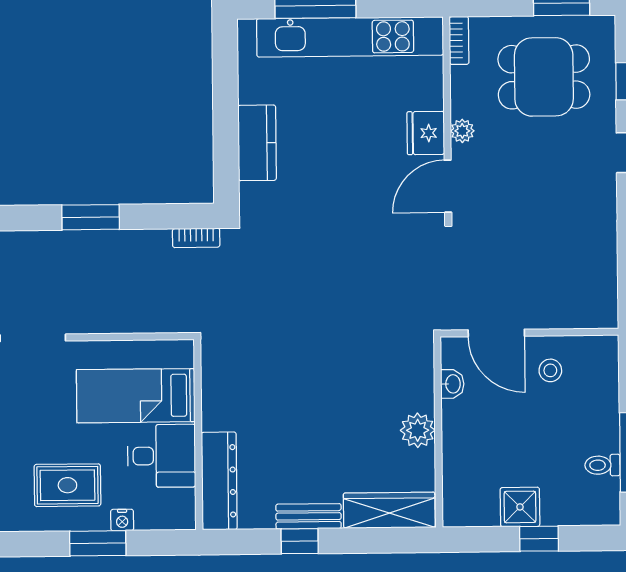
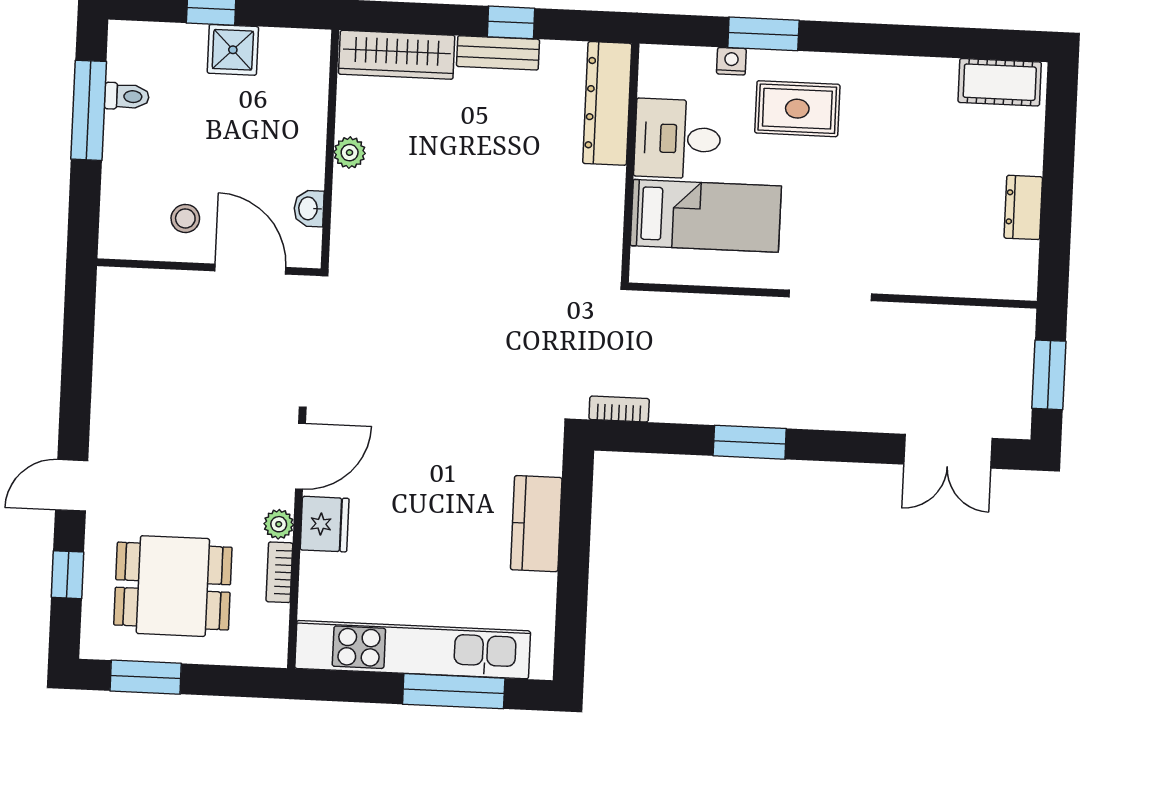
bookcase: (459, 40) -> (279, 572), moved
plant: (418, 430) -> (350, 153), width x0.73, depth x0.73

